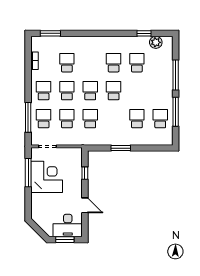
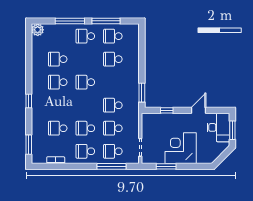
window: (144, 33) -> (29, 101), moved
plant: (156, 42) -> (38, 30), moved
school desk: (90, 91) -> (85, 36), moved
window: (121, 148) -> (142, 93), moved
window: (28, 173) -> (166, 166), width x0.69
corner desk: (47, 177) -> (181, 148), moved

